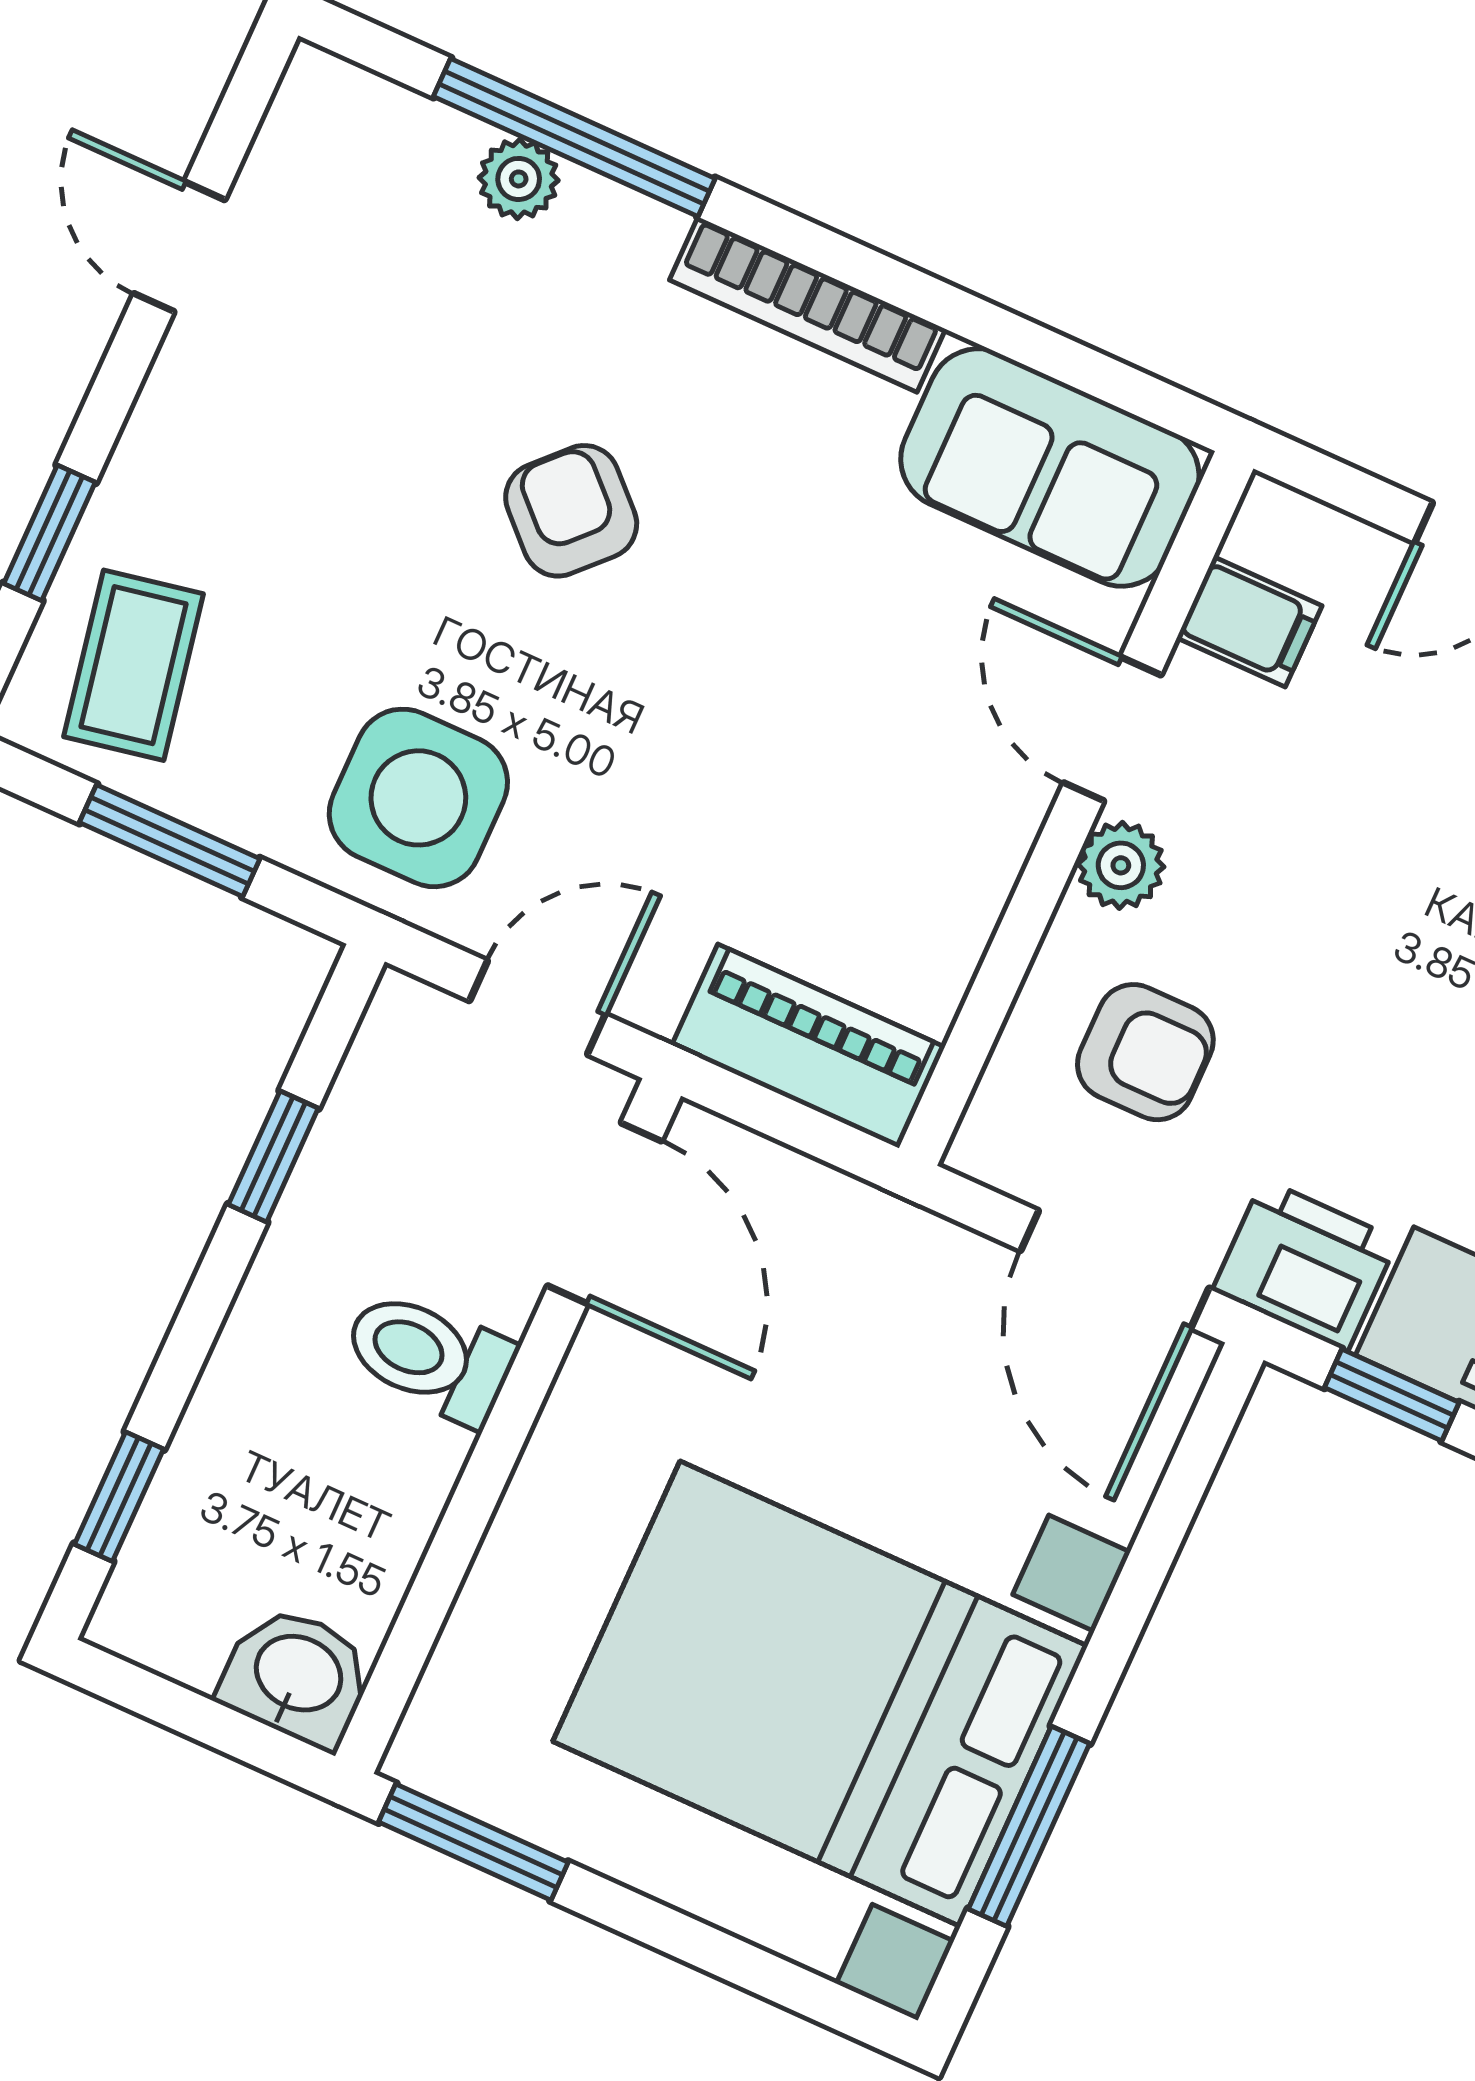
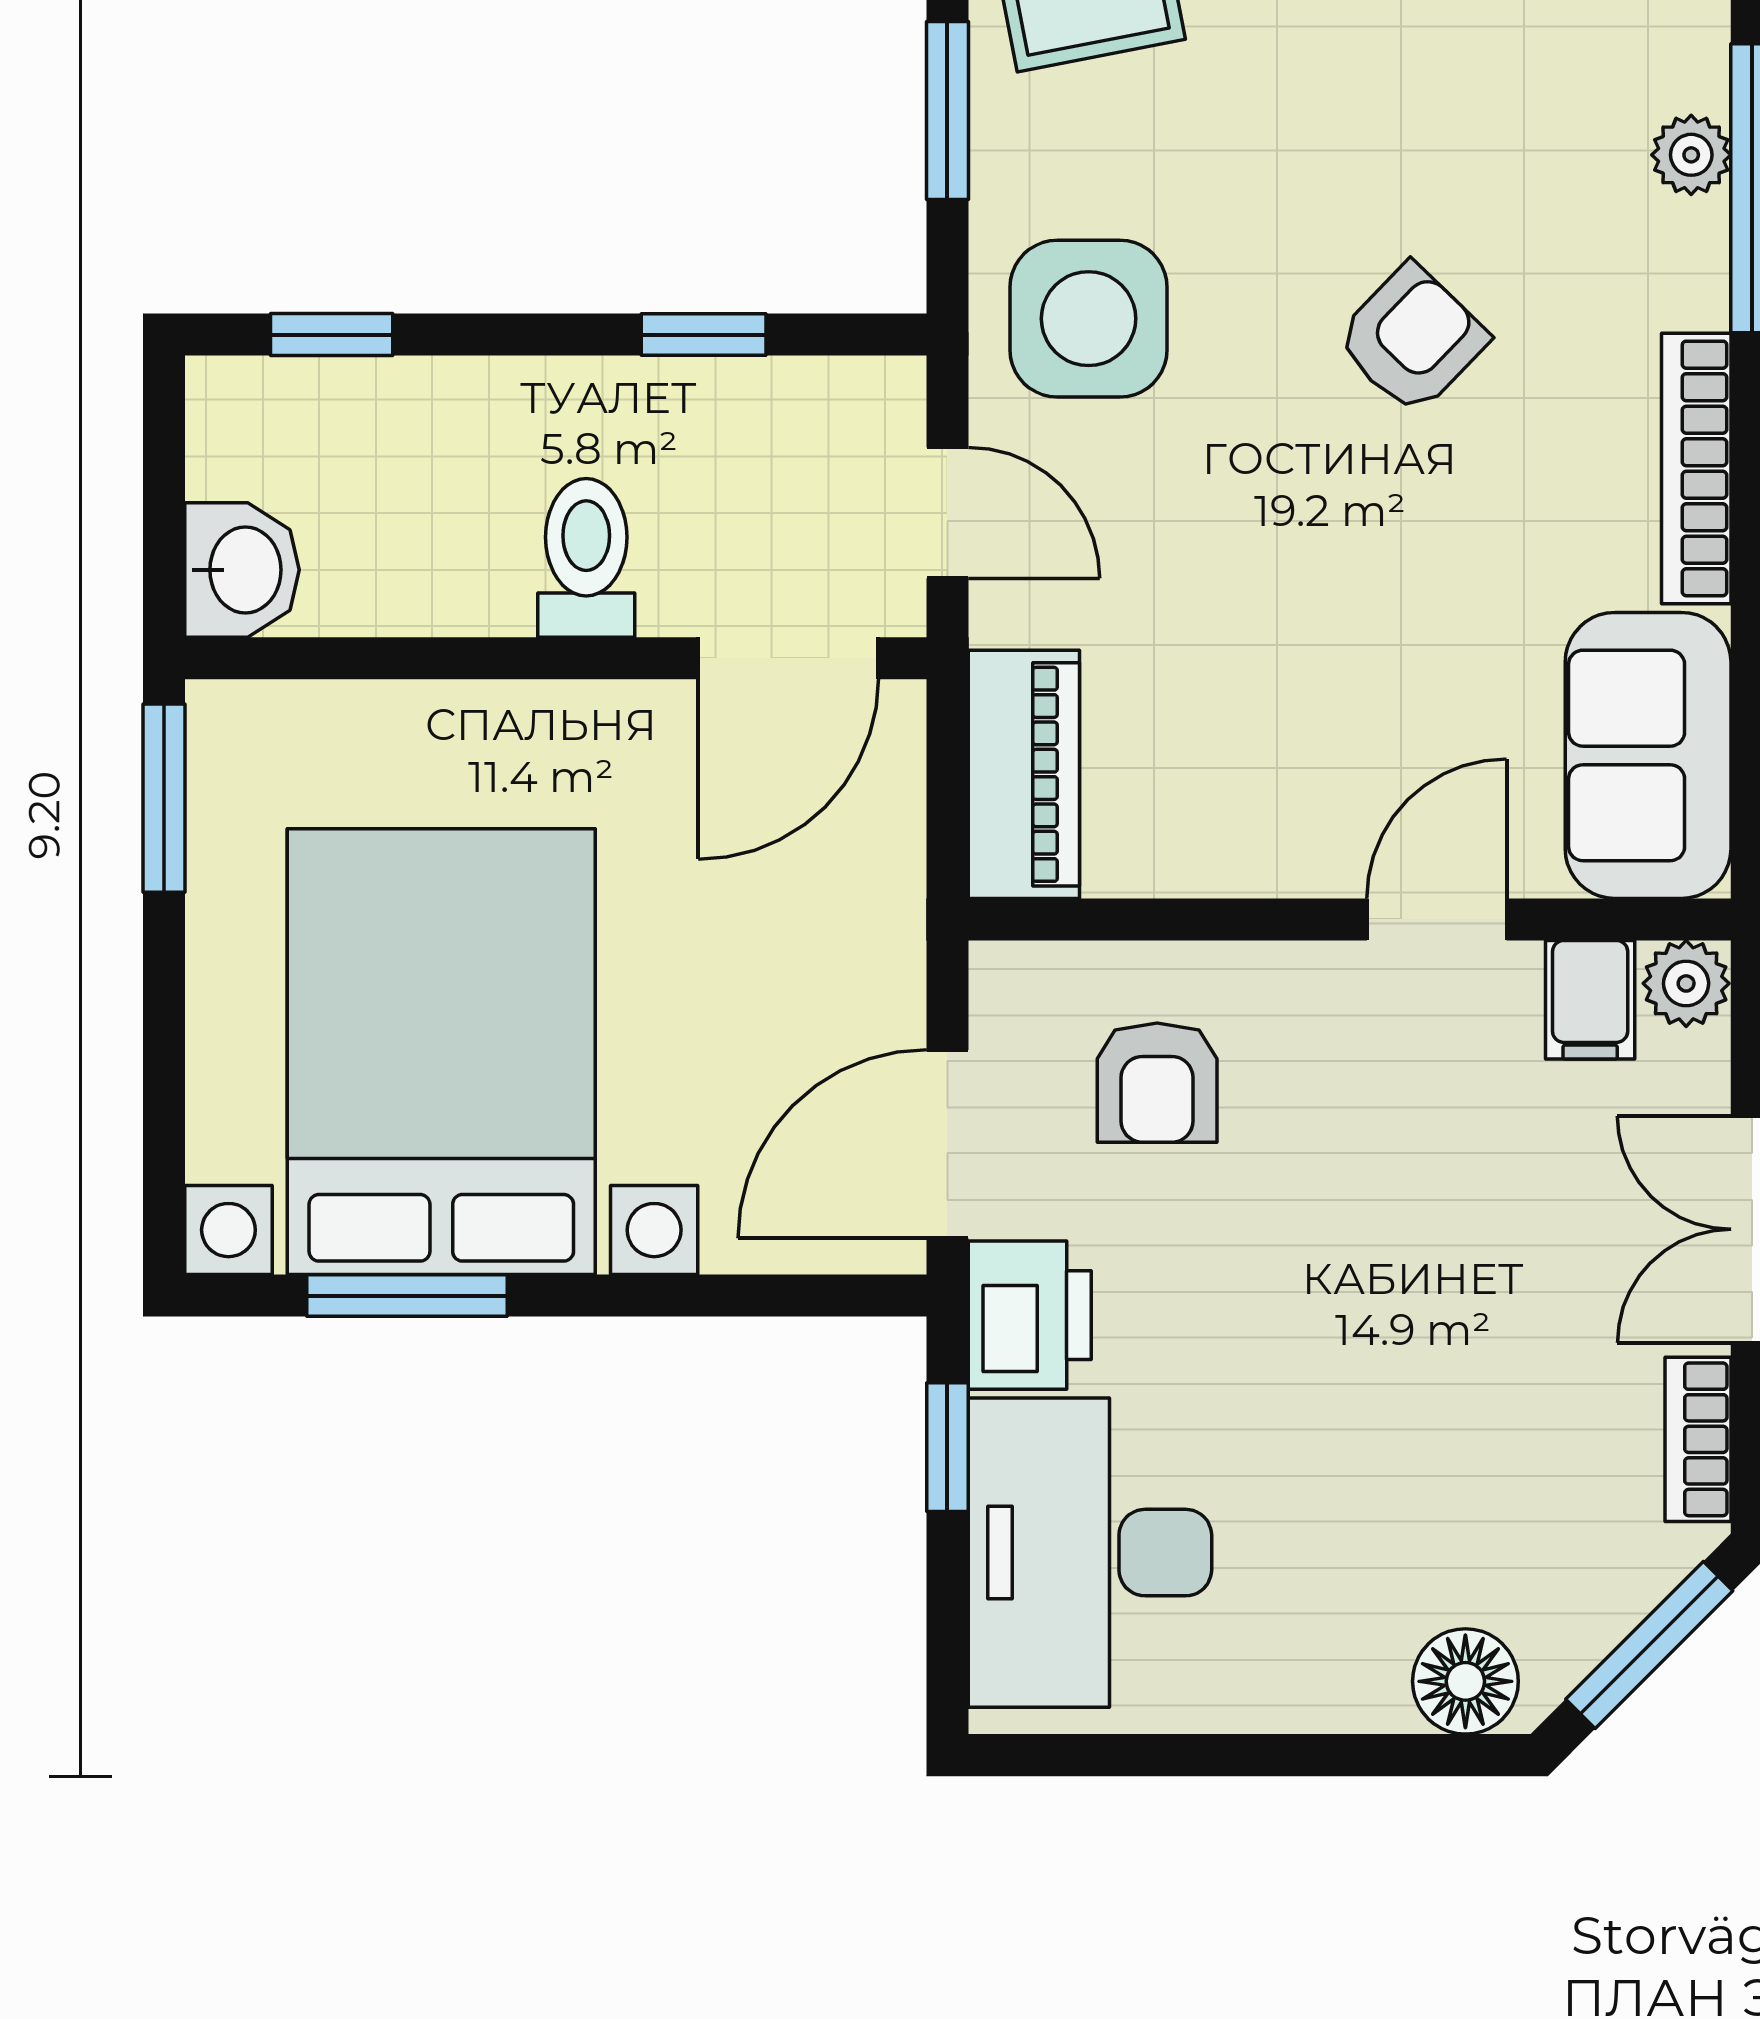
plant: (1121, 865) -> (1686, 983), moved

